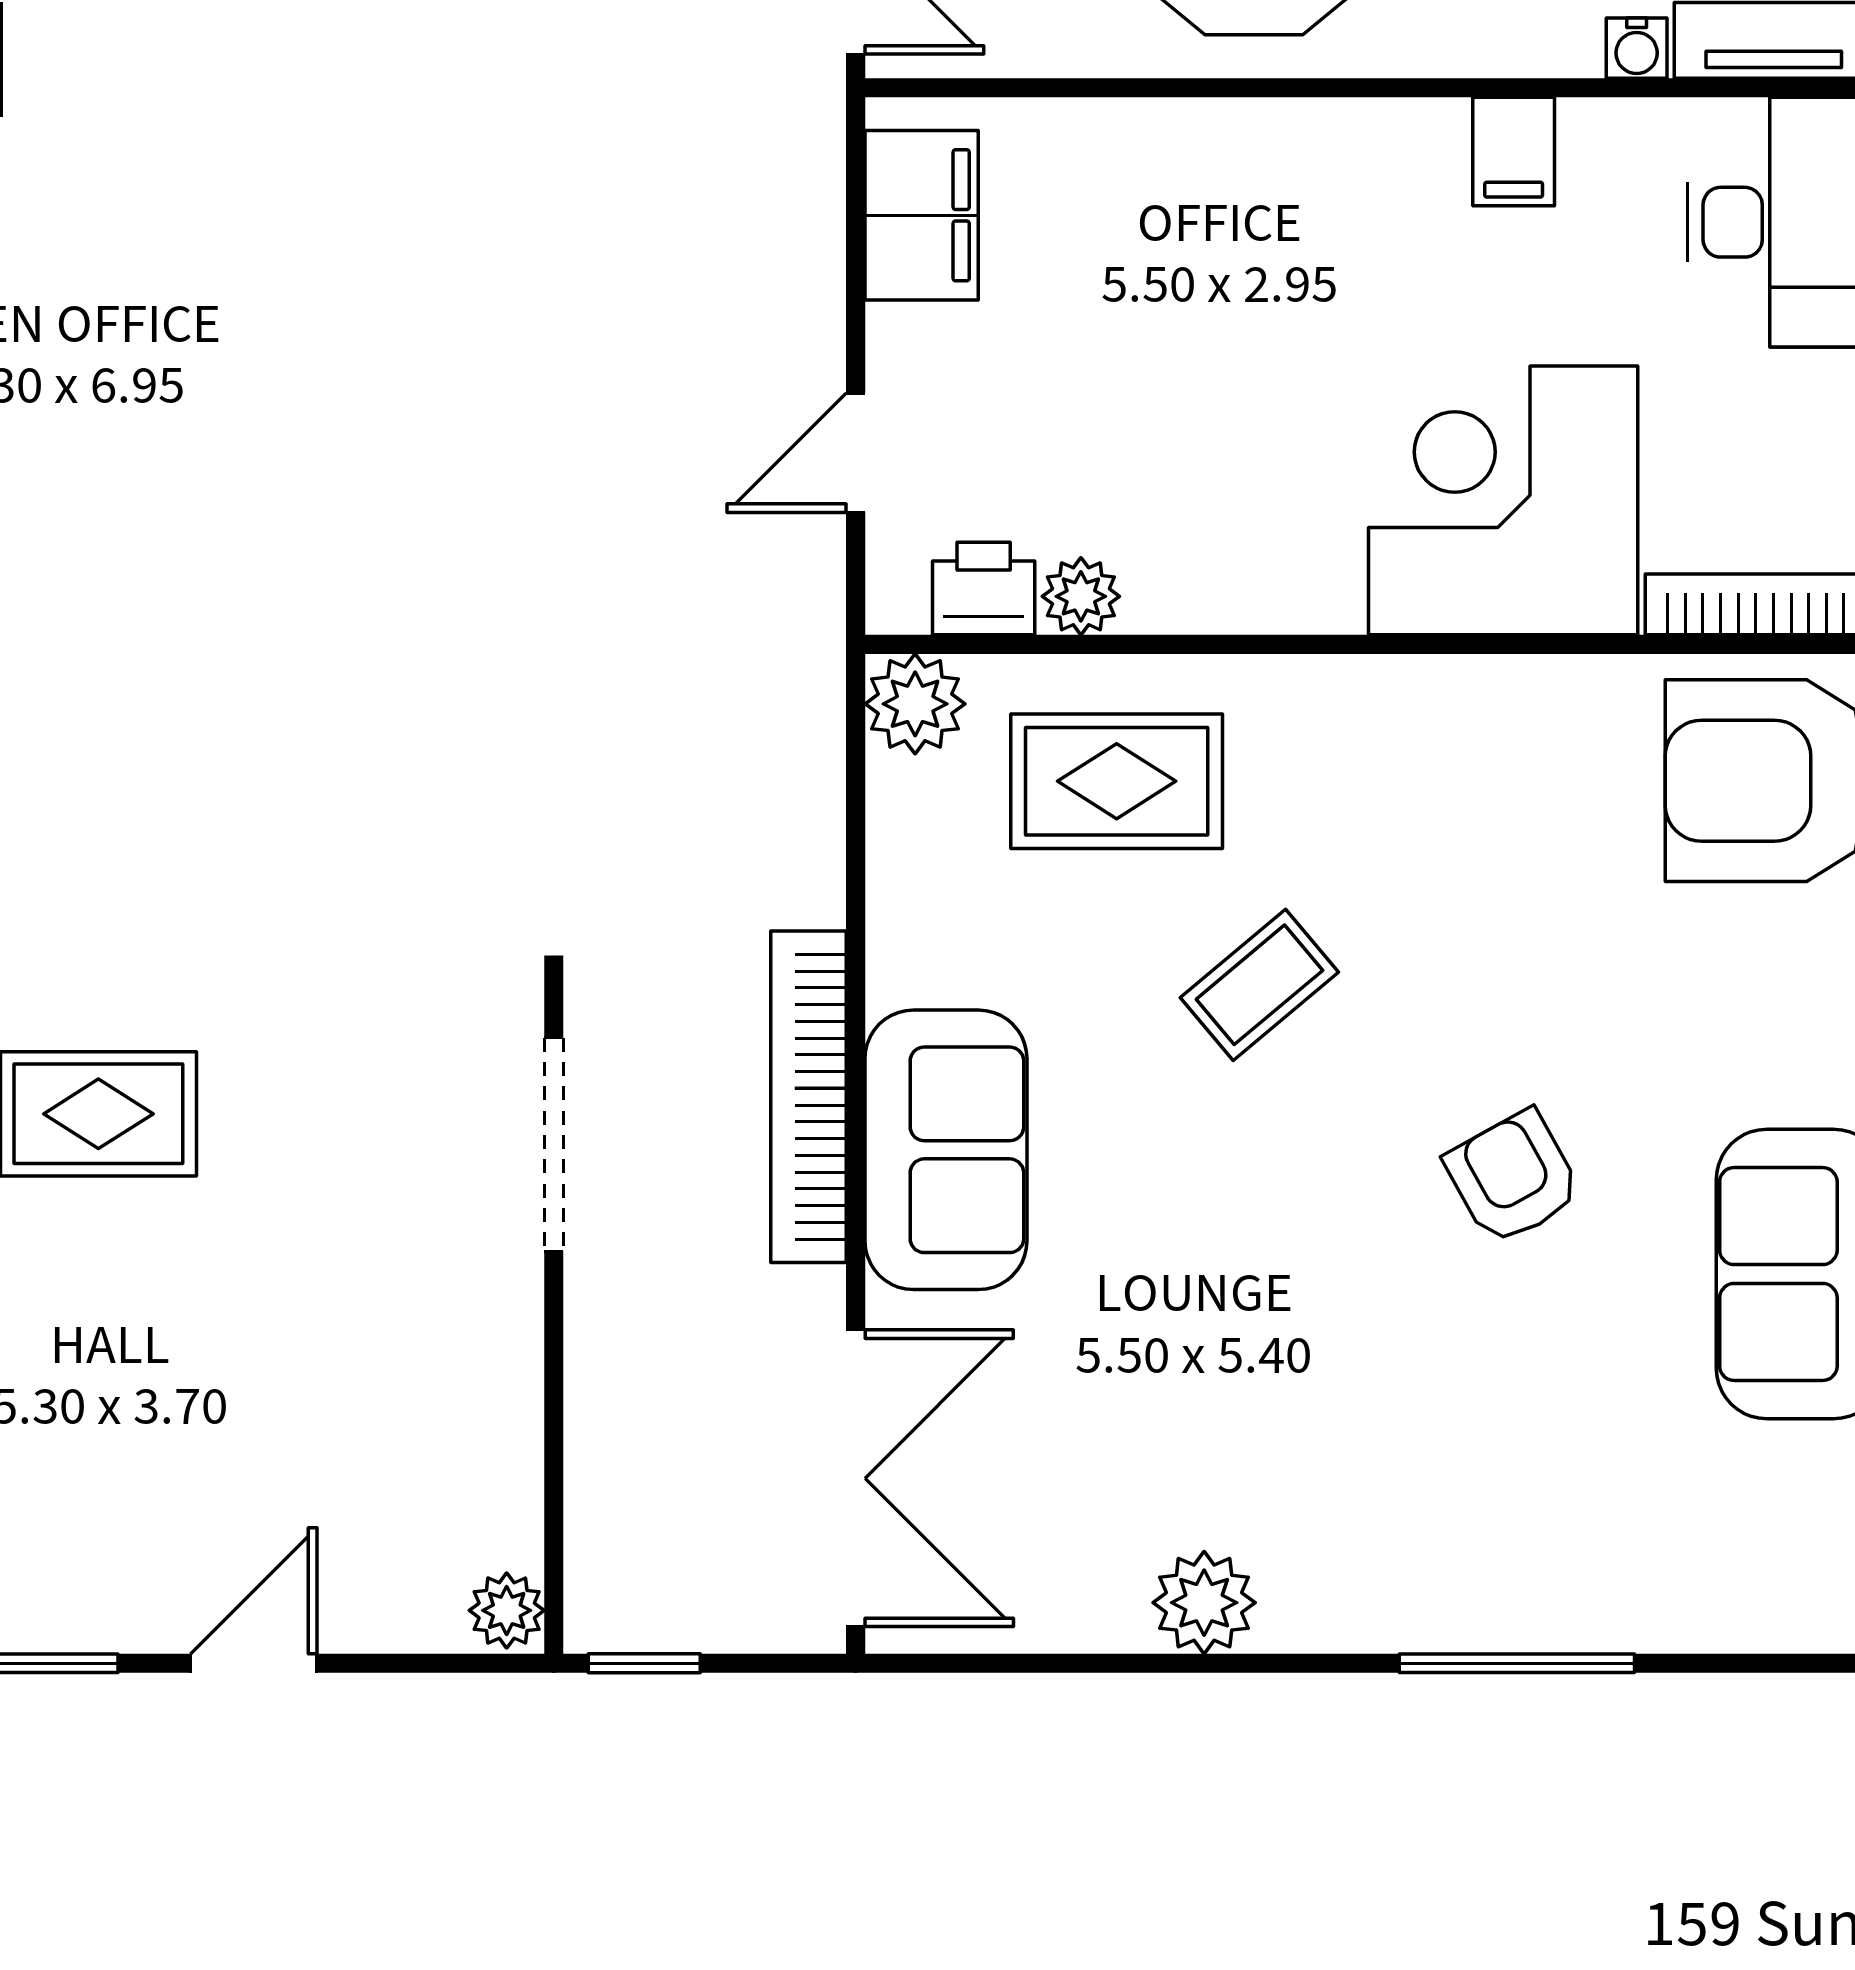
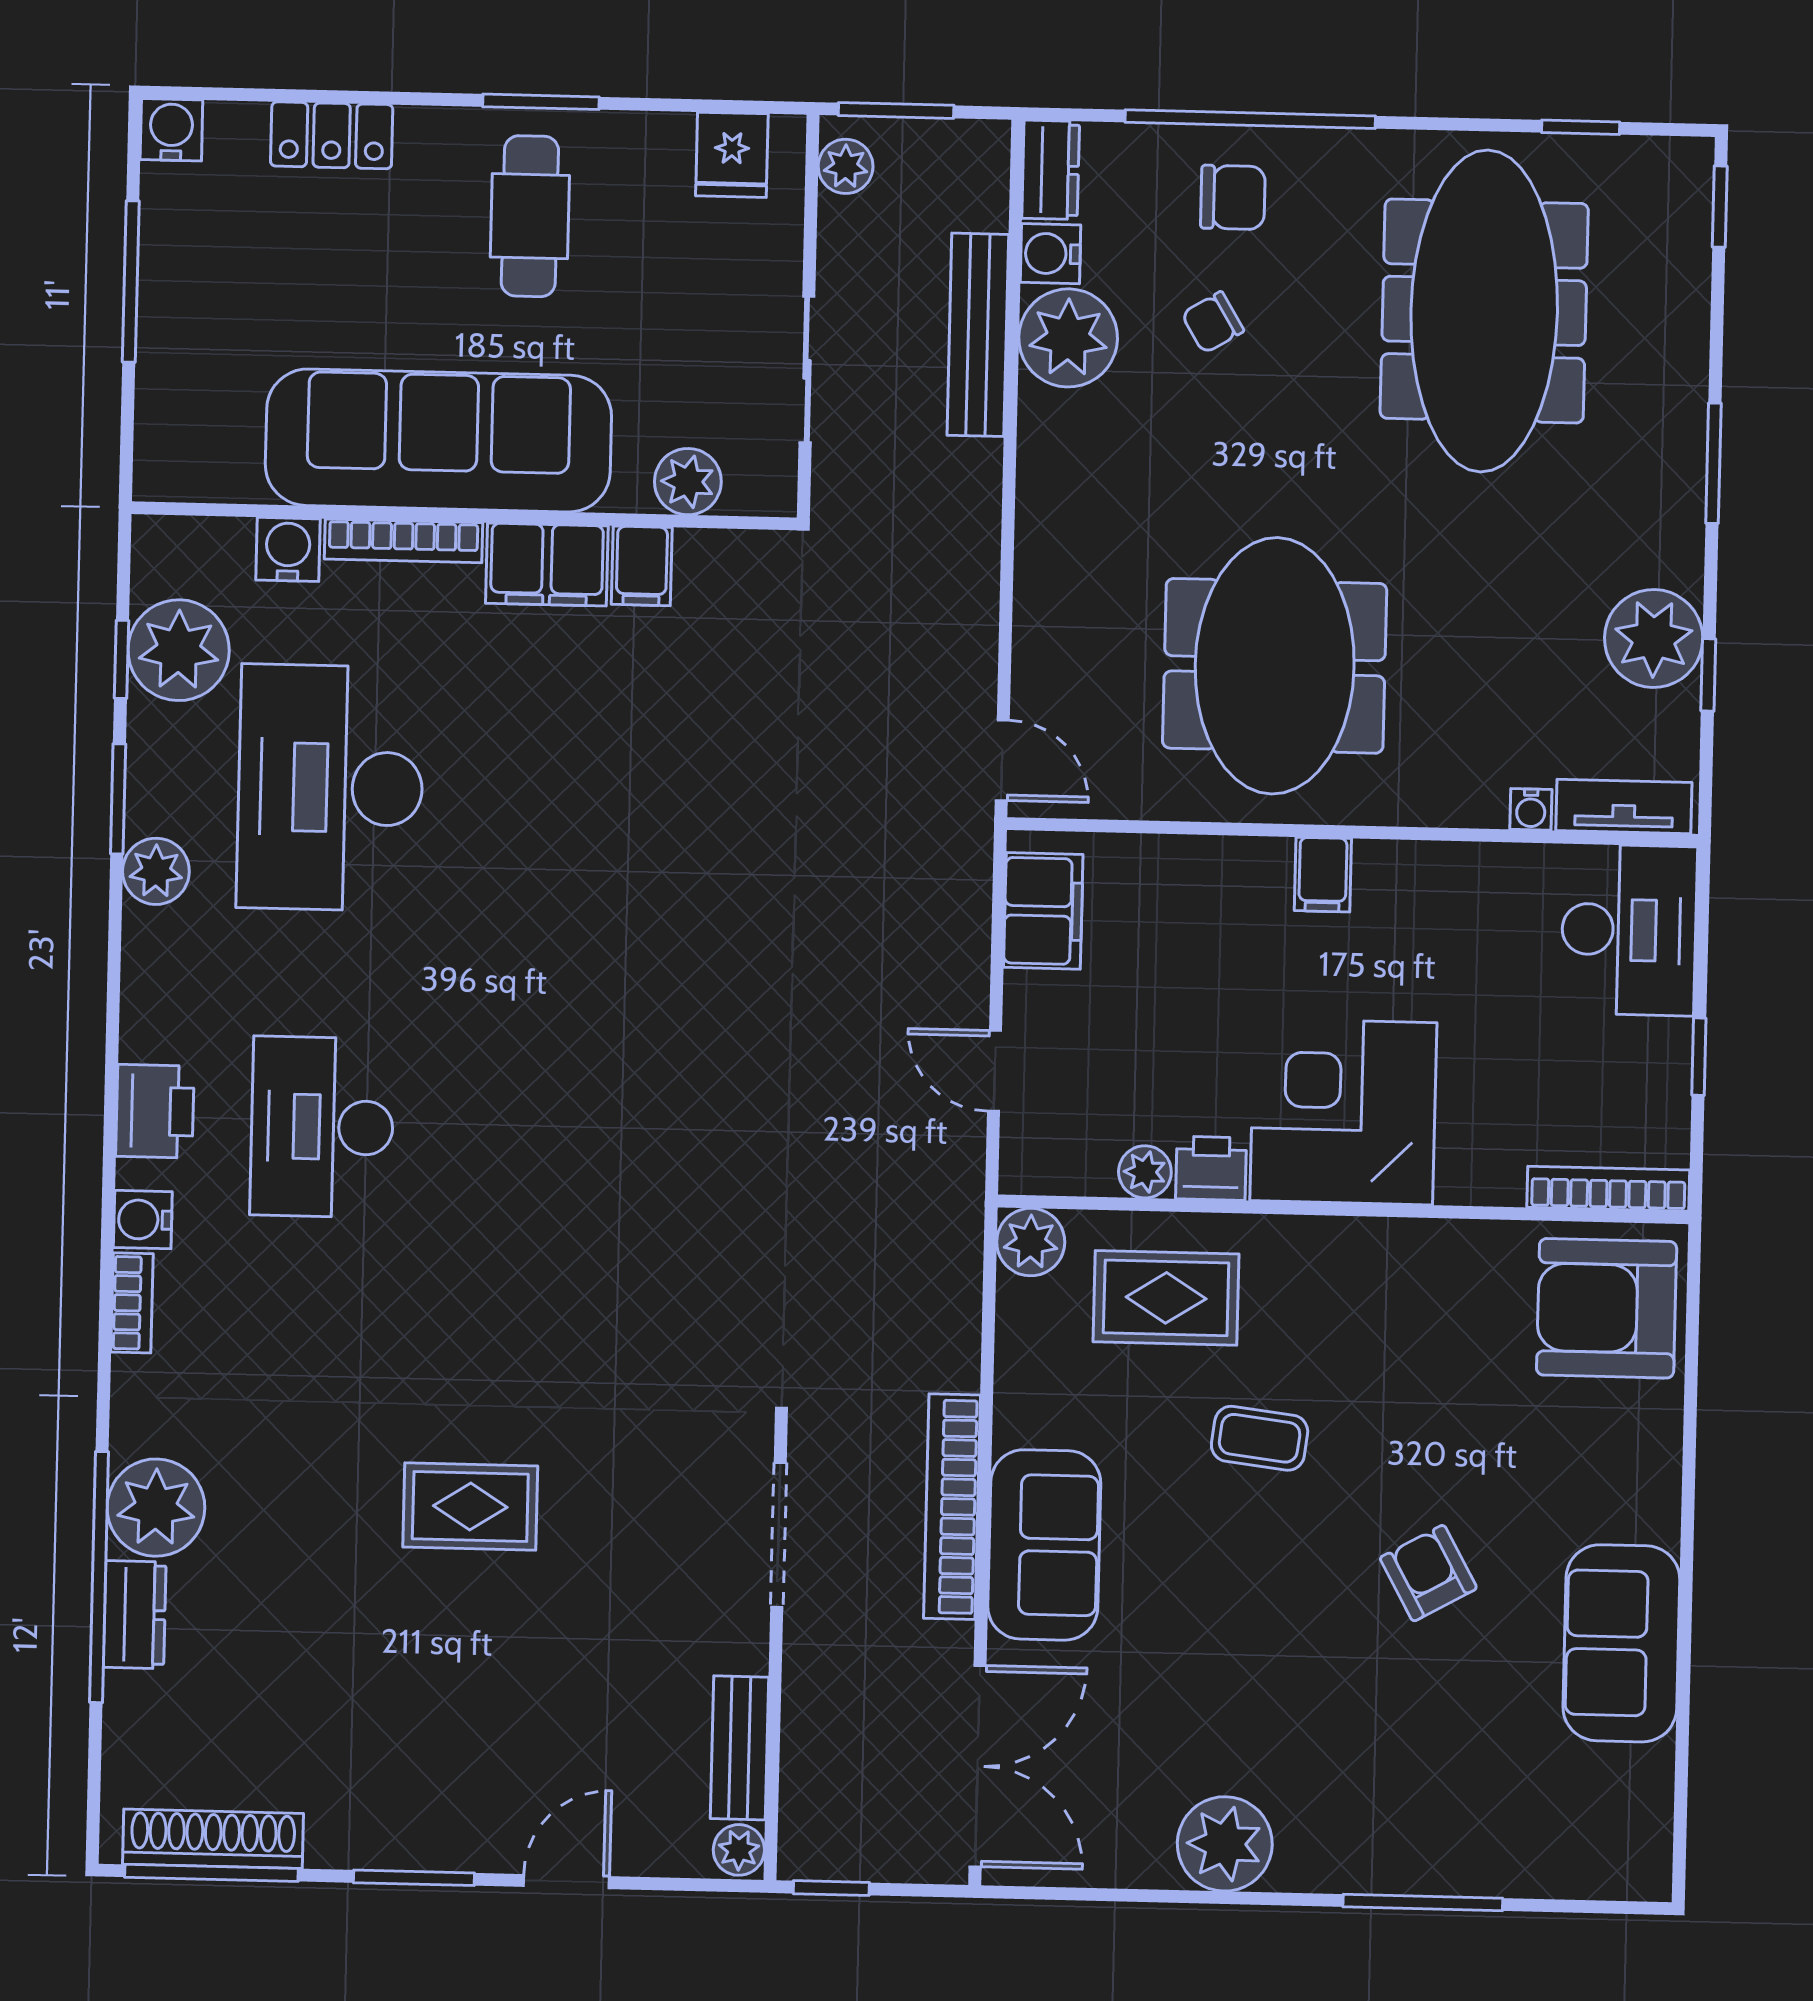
filing cabinet: (1514, 152) -> (1323, 875), moved
door: (856, 453) -> (995, 1071), hinge flipped
corner desk: (1503, 500) -> (1343, 1112), moved
printer: (984, 589) -> (1211, 1168), moved
coffee table: (1259, 985) -> (1260, 1438), turned 47
bench: (504, 1460) -> (740, 1748), added
plant: (1204, 1603) -> (1225, 1844), width x1.36, depth x1.36

